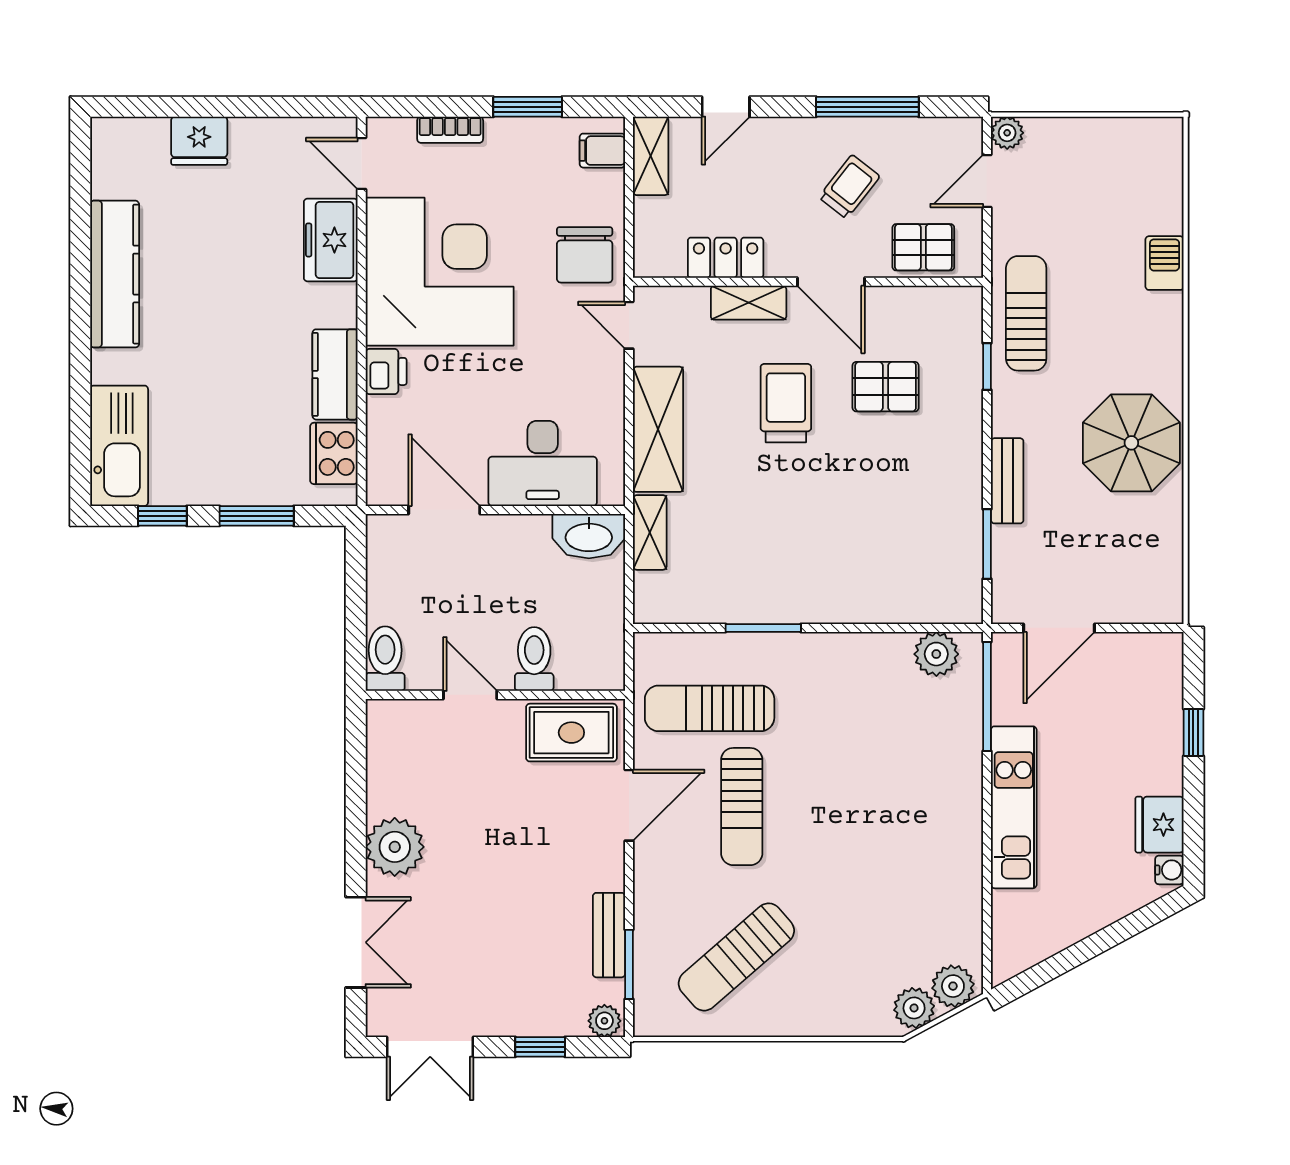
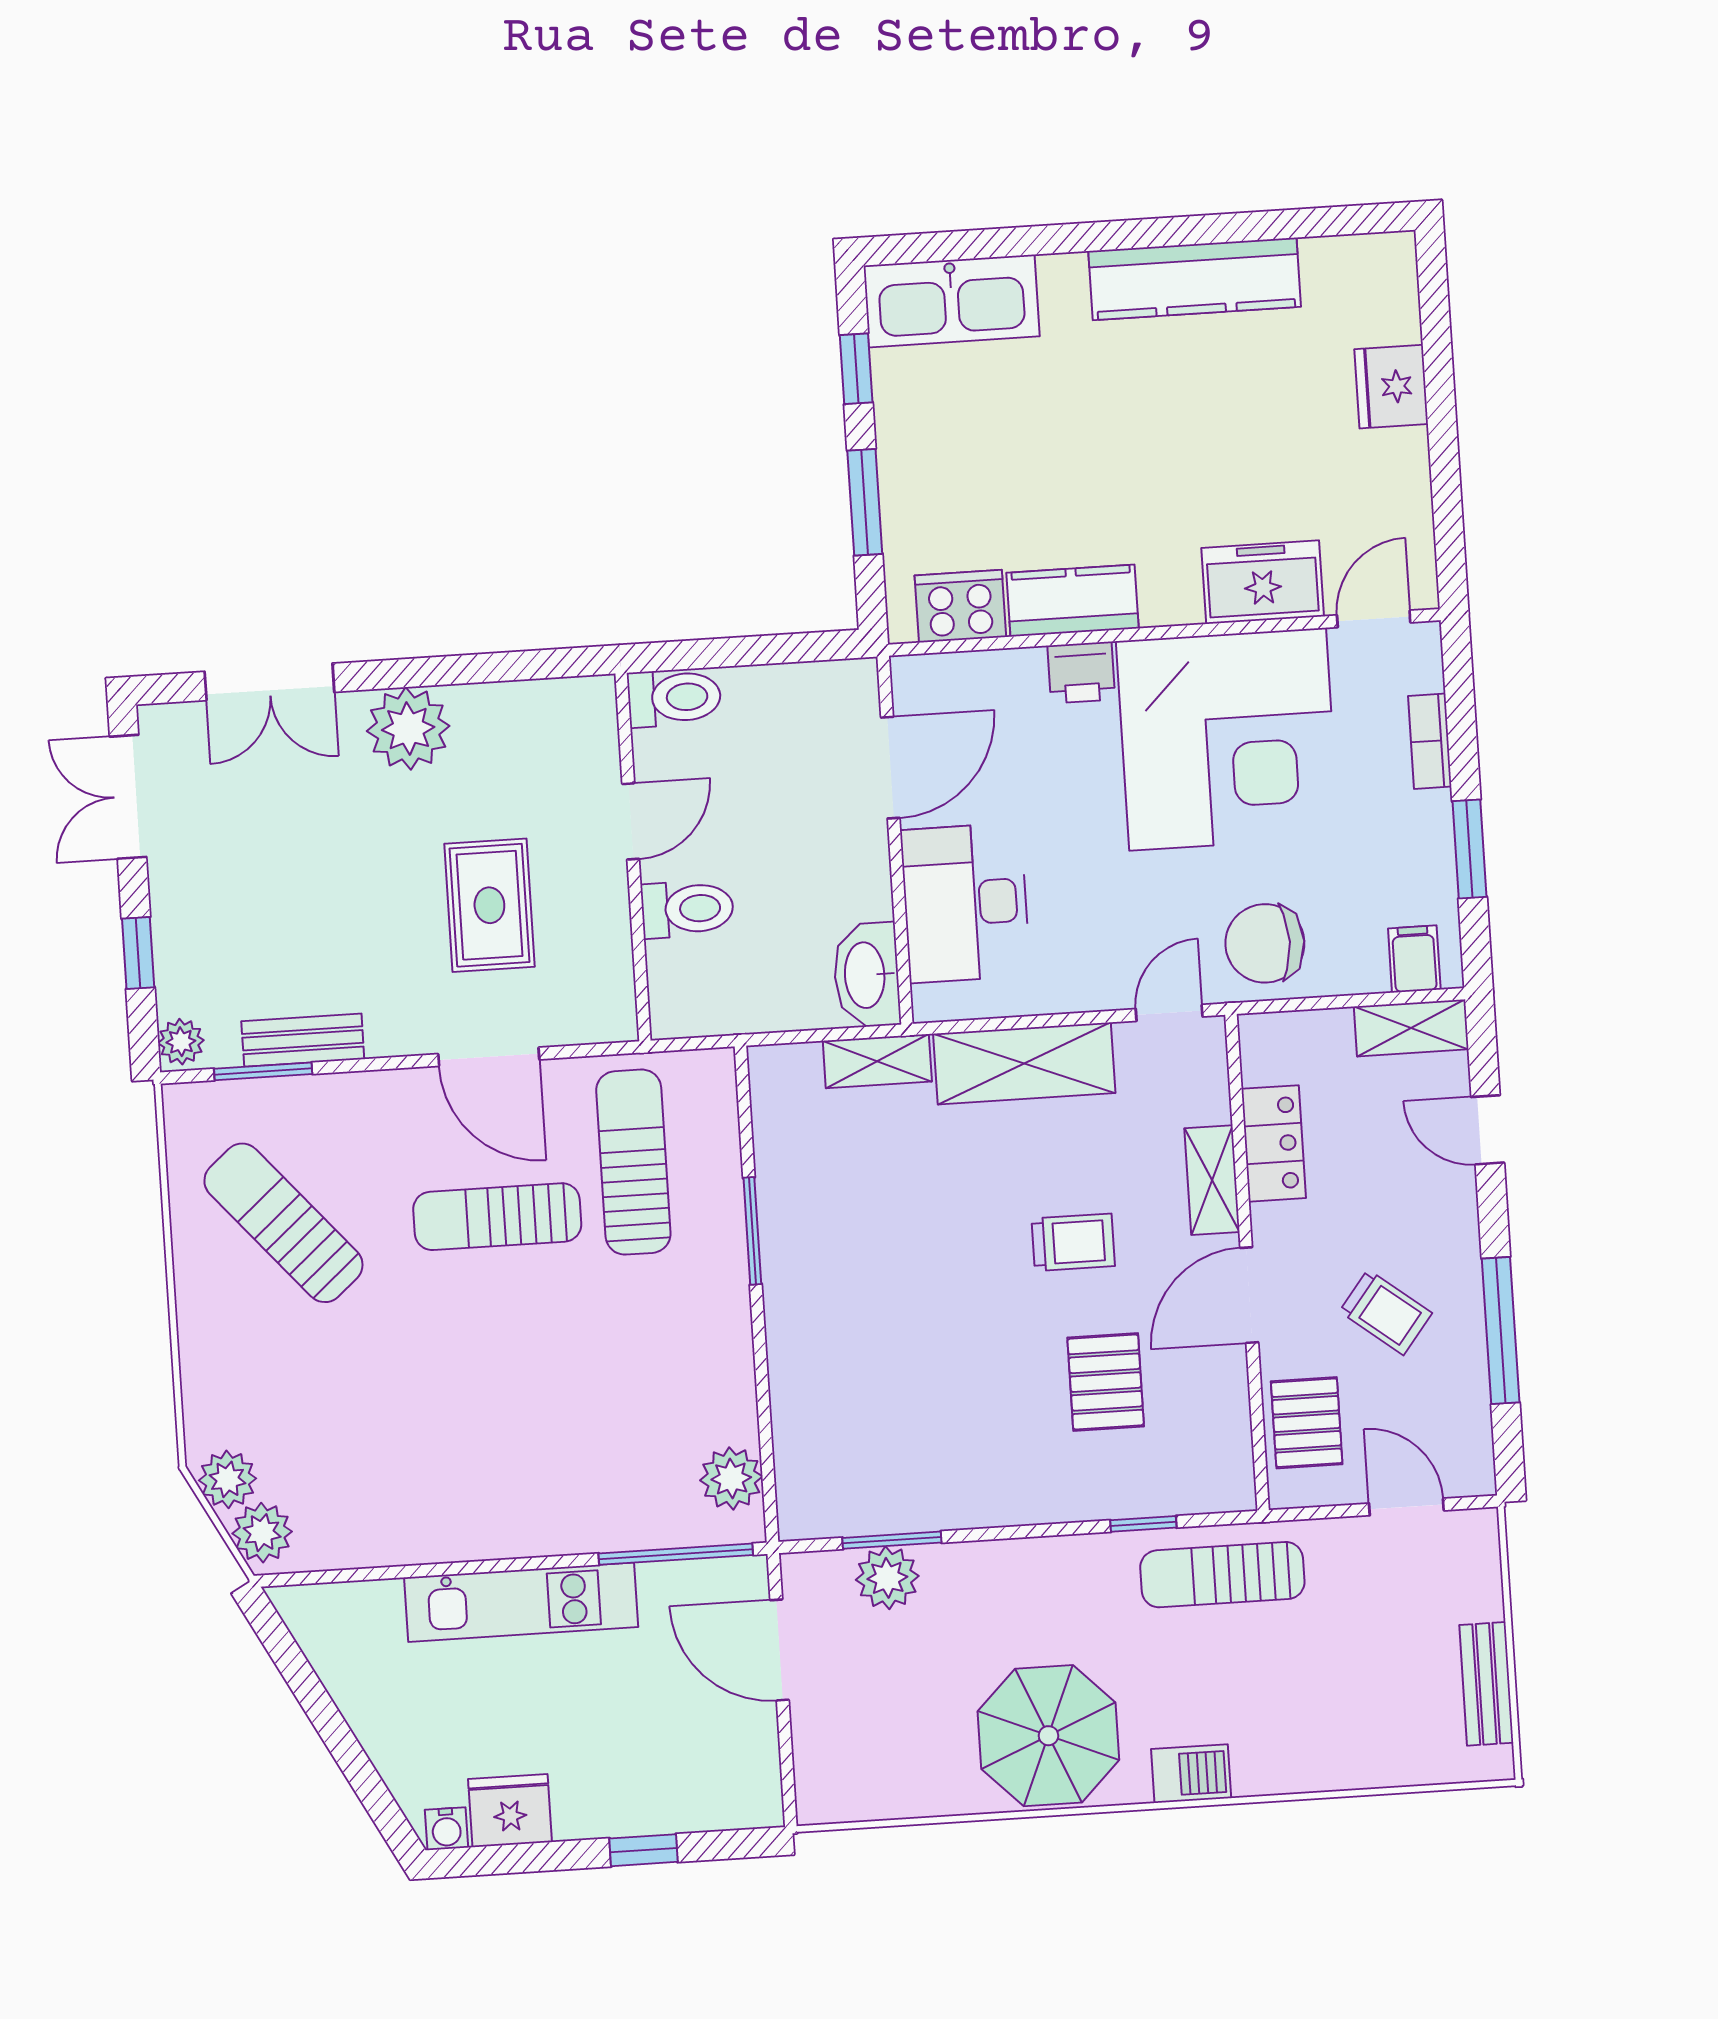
plant: (1007, 133) -> (887, 1578), moved, width x1.38, depth x1.38
barbecue: (1165, 263) -> (1191, 1774), moved
sun lounger: (1026, 313) -> (1222, 1575), turned 180
trolley: (786, 403) -> (1073, 1242), width x0.73, depth x0.72
bench: (1007, 481) -> (1486, 1684), moved, turned 90
rug: (571, 733) -> (489, 905), moved

